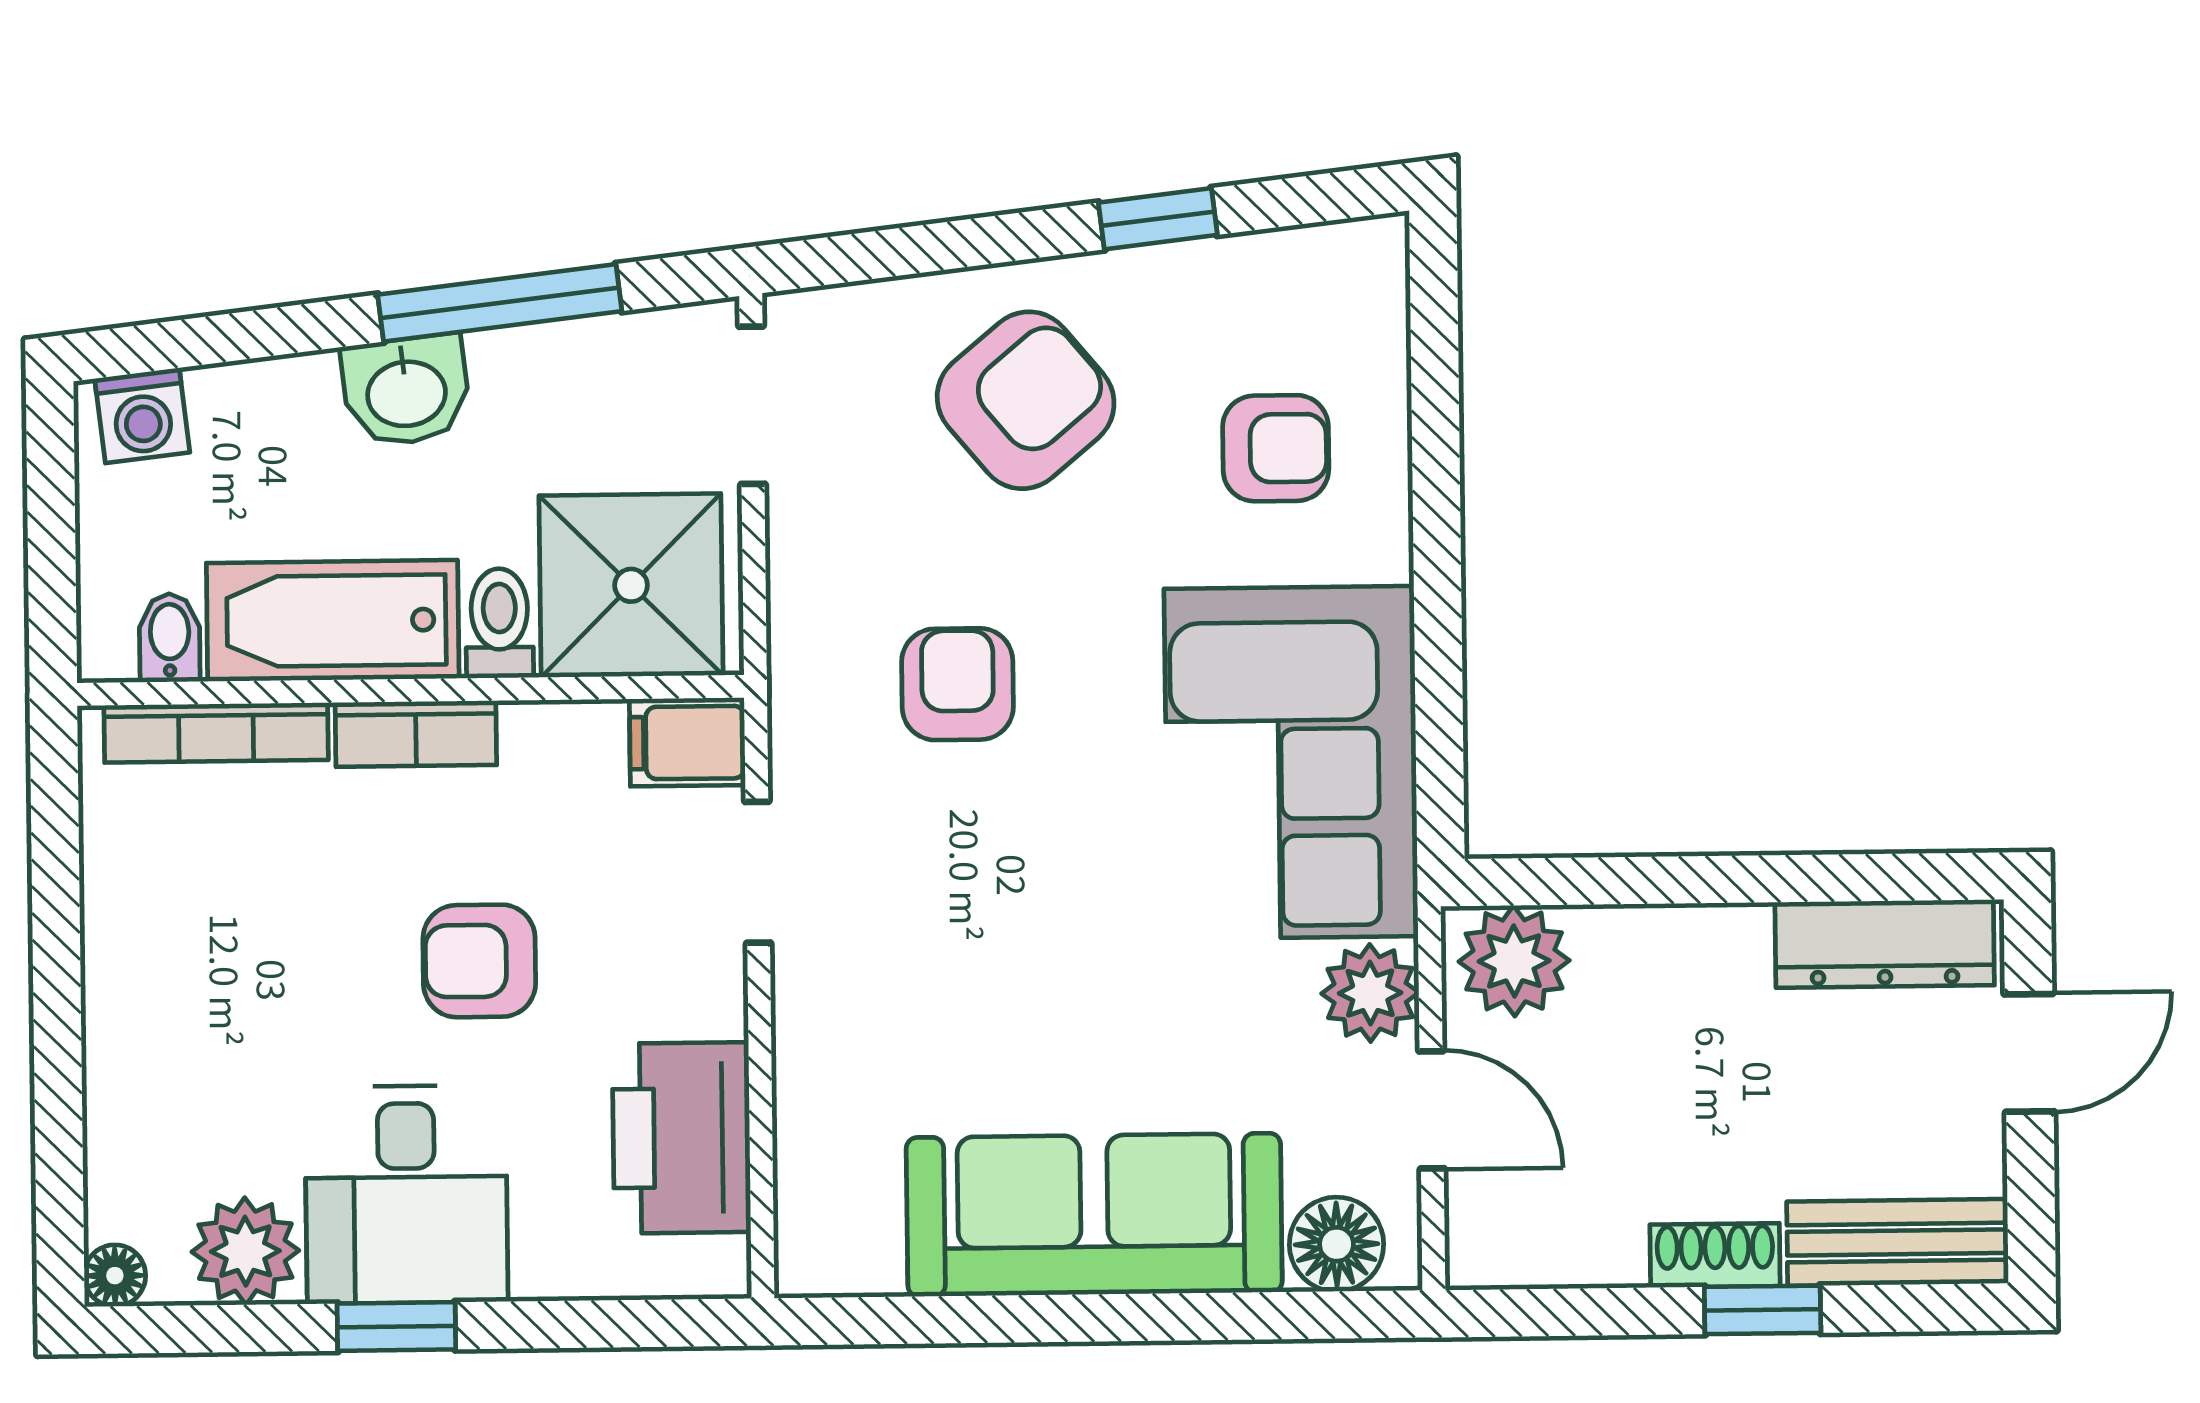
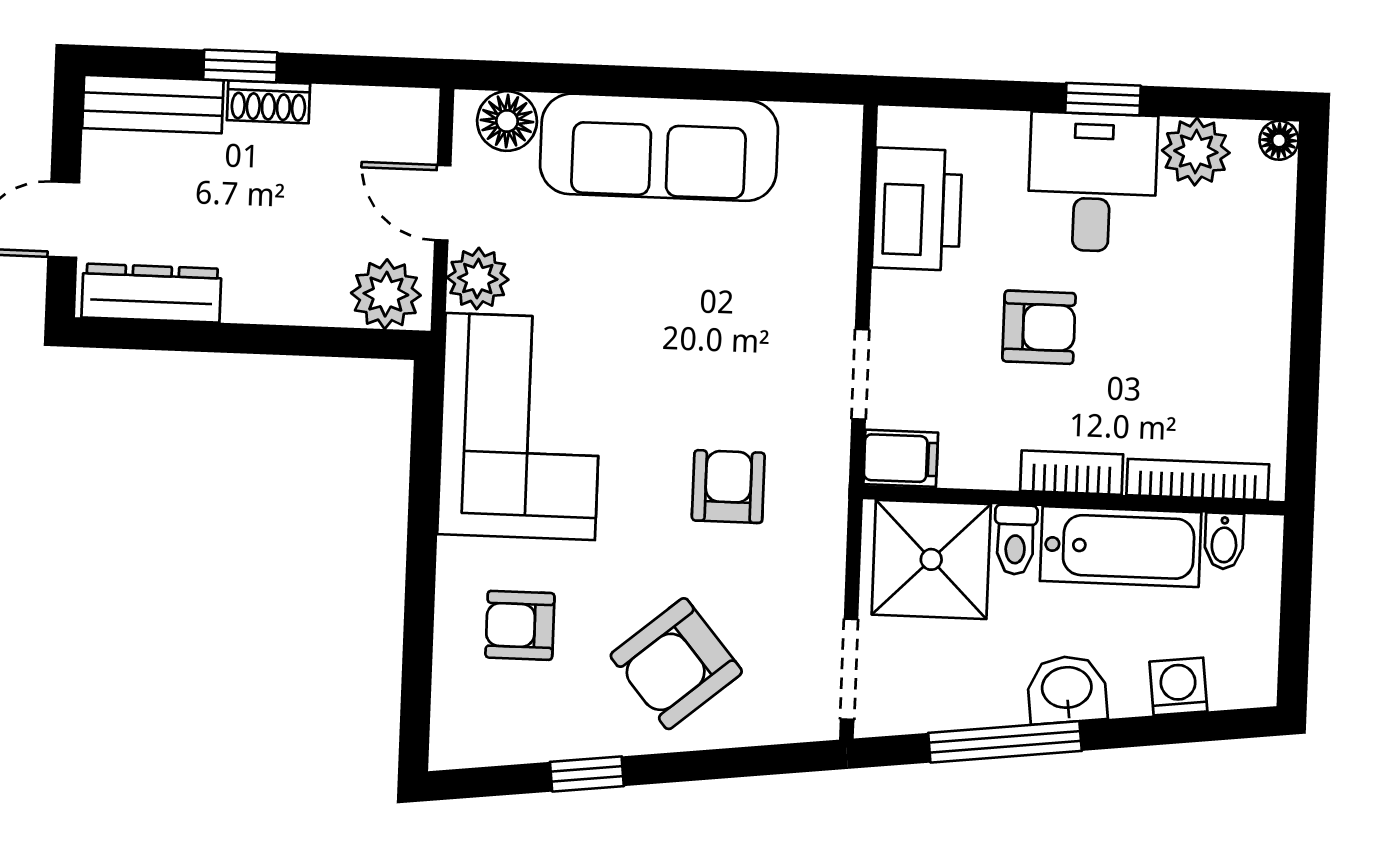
washing machine: (142, 415) -> (1178, 687), moved
armchair: (958, 684) -> (728, 487), turned 180

